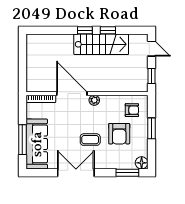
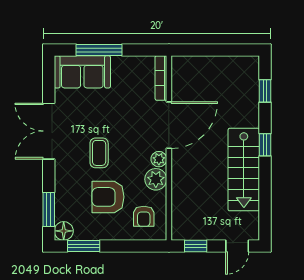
window: (108, 30) -> (265, 91), moved
plant: (108, 102) -> (156, 179), added
window: (151, 128) -> (84, 246), moved
sofa: (37, 144) -> (82, 72), width x0.73
double door: (76, 173) -> (49, 131), swing flipped

